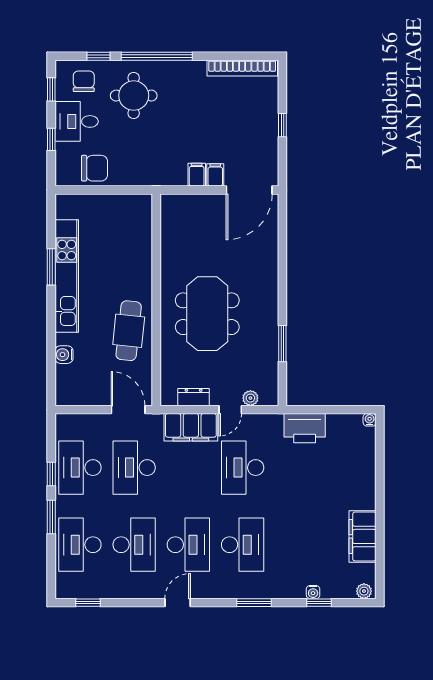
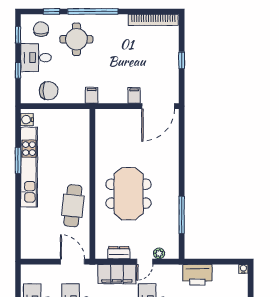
filing cabinet: (197, 175) -> (92, 95), moved
window: (282, 344) -> (182, 215), width x1.44
water cooler: (64, 355) -> (27, 120), moved

